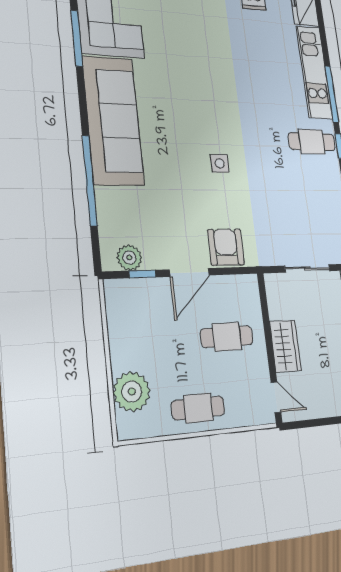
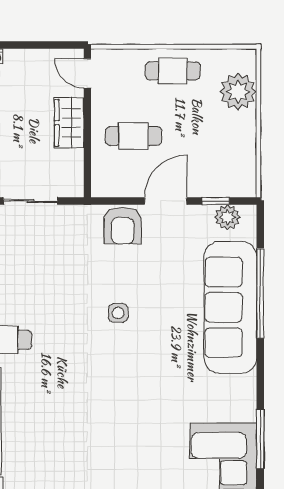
sofa: (113, 120) -> (230, 307), moved

